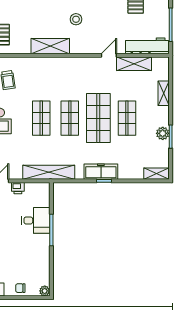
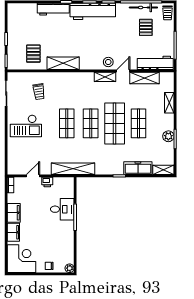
stool: (76, 19) -> (108, 62), moved
shelving: (50, 46) -> (63, 63), moved
shelving: (87, 62) -> (105, 77), added
freezer: (101, 172) -> (138, 168), moved

